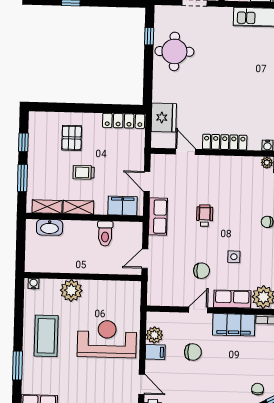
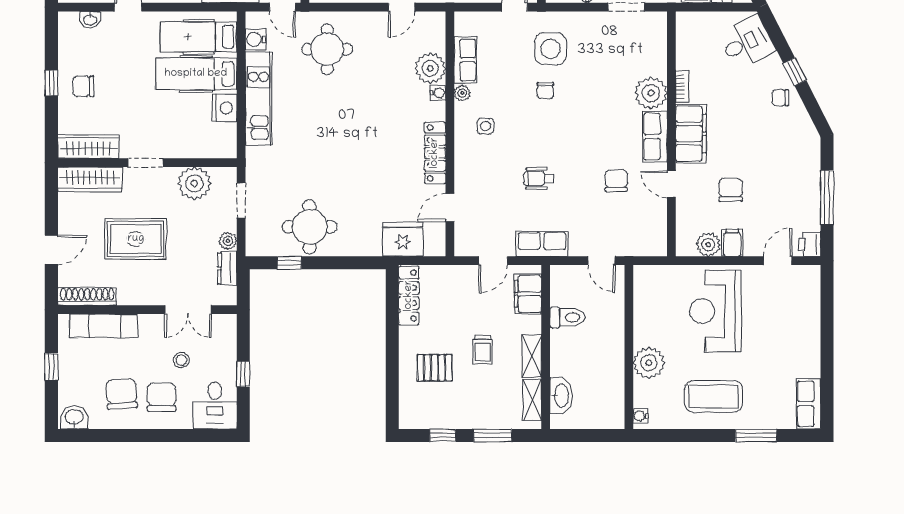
side table: (234, 257) -> (485, 126), moved

